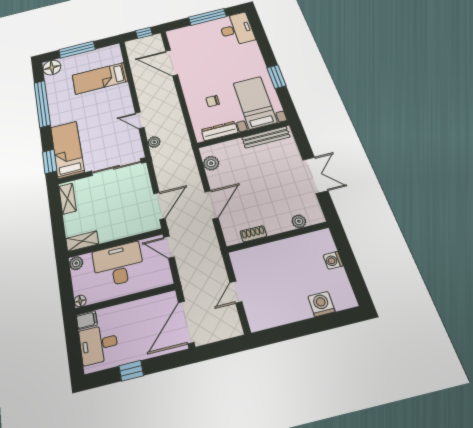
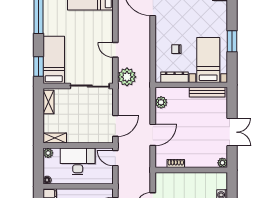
plant: (154, 142) -> (127, 77), width x1.88, depth x1.88
plant: (299, 221) -> (222, 163), moved

